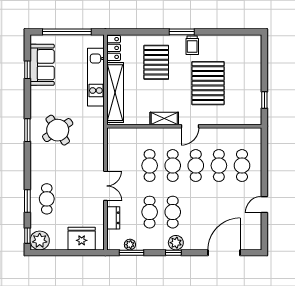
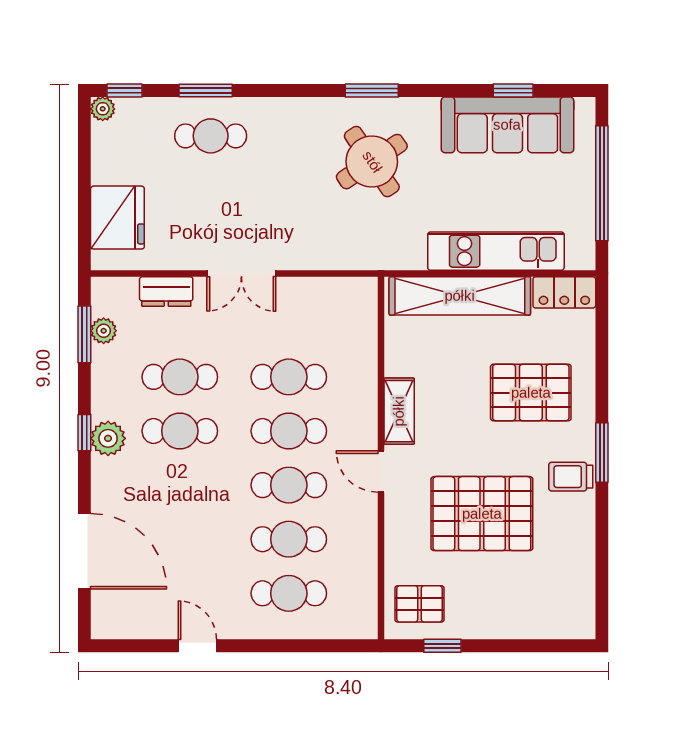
sofa: (42, 65) -> (507, 125), width x1.36
pallet: (246, 110) -> (419, 604), added
plant: (40, 240) -> (103, 109), width x0.53, depth x0.53

